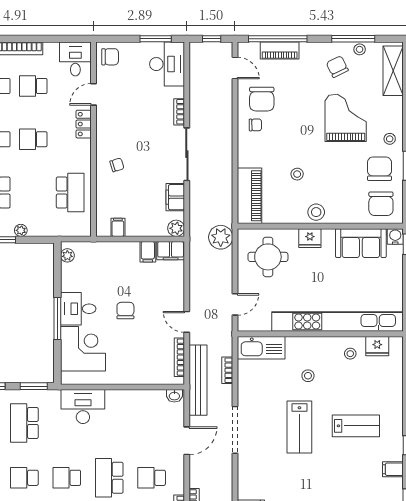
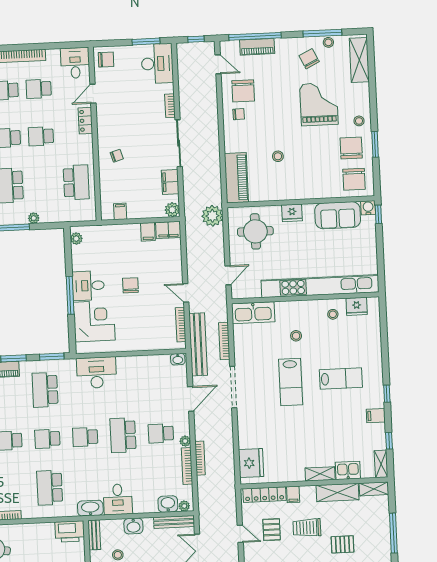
stool: (316, 212) -> (296, 189), removed
bookcase: (227, 370) -> (224, 341), width x1.56
plant: (178, 488) -> (185, 441), added

